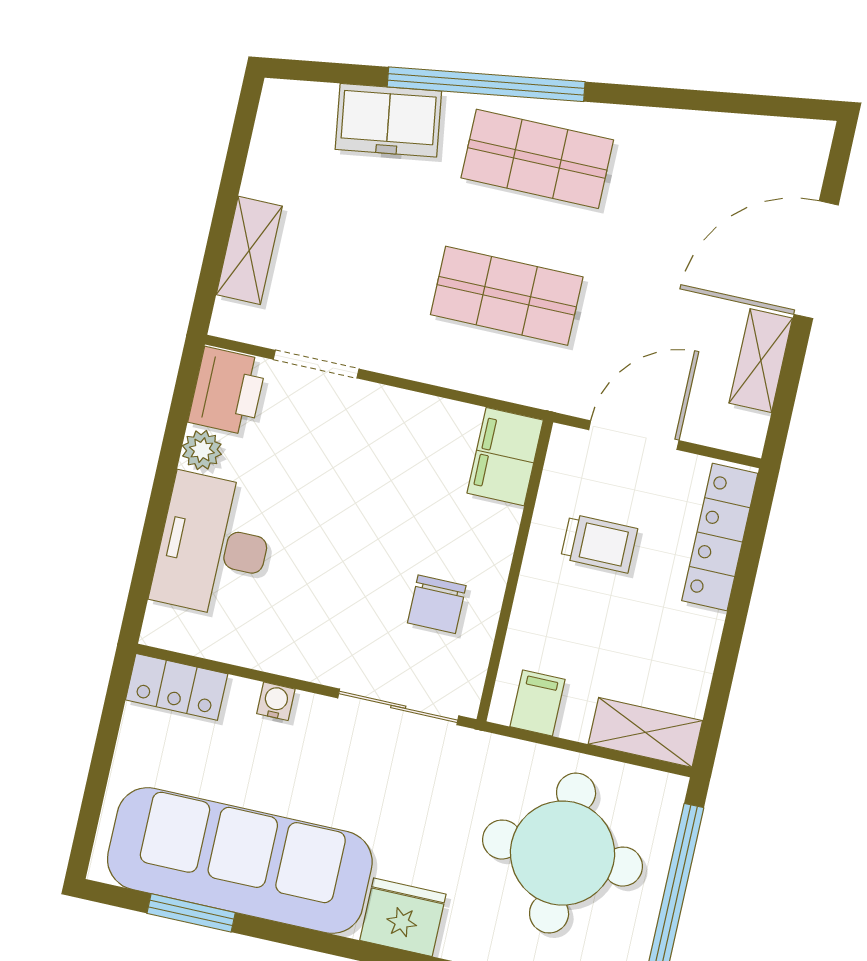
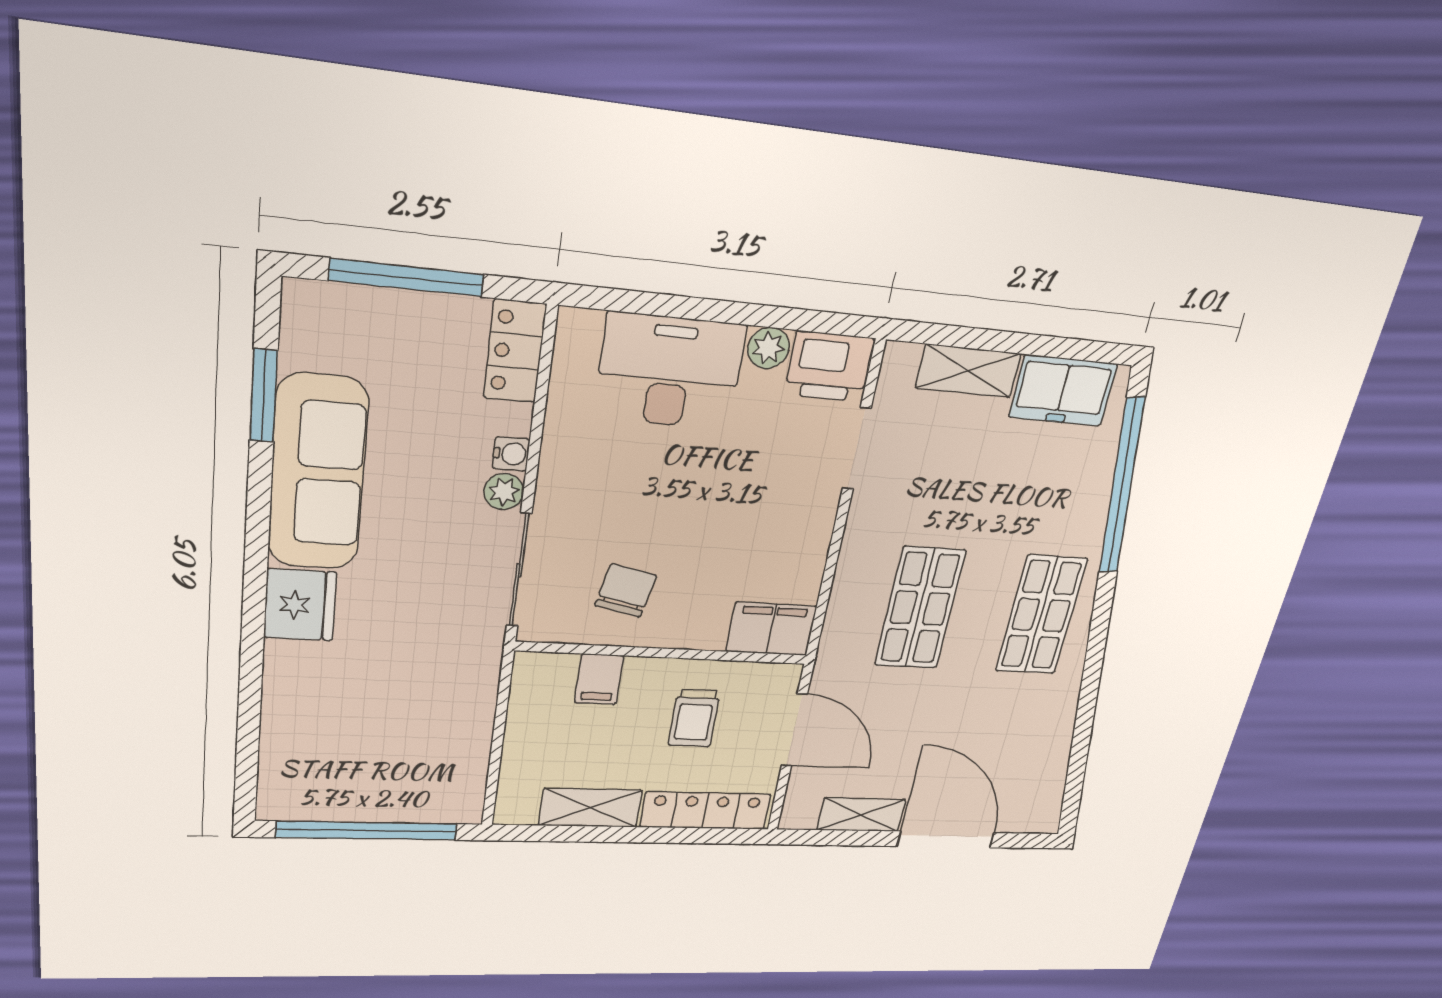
window: (486, 84) -> (1122, 487), moved
freezer: (388, 120) -> (1063, 391), moved, turned -82
chair: (437, 604) -> (626, 590), turned 102
filing cabinet: (538, 703) -> (599, 679), moved, turned 90
plant: (313, 712) -> (504, 492), added
shelving: (645, 732) -> (590, 808), moved, turned 90
window: (99, 774) -> (407, 278), added
round table: (563, 853) -> (392, 735), removed
sofa: (240, 861) -> (318, 473), width x0.74, depth x0.79

